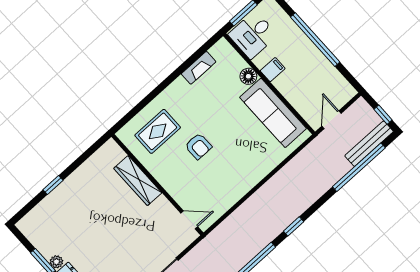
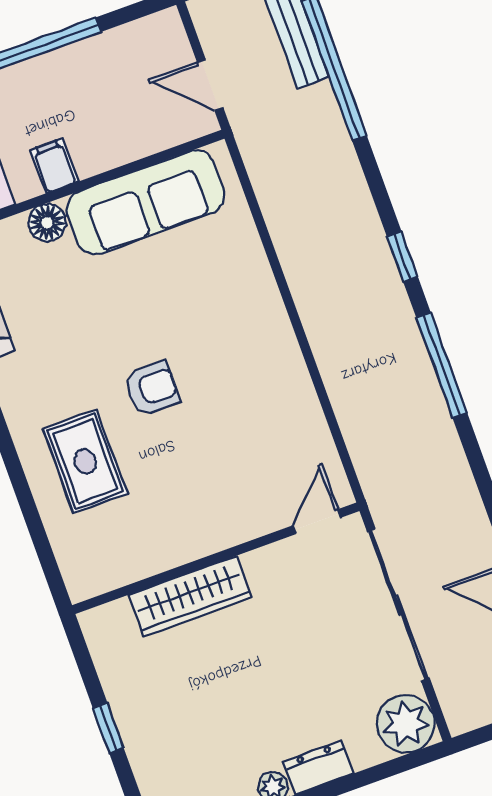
wardrobe: (138, 181) -> (190, 596), moved
wall: (157, 185) -> (216, 558), moved
door: (189, 220) -> (317, 522), moved

